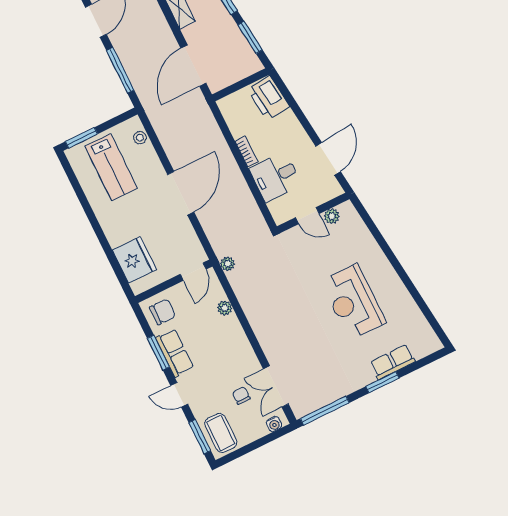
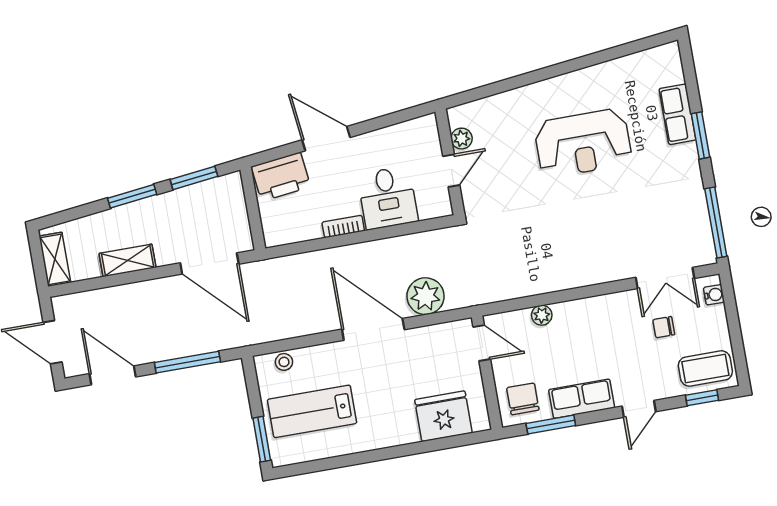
door: (328, 159) -> (326, 139), moved
lab bench: (111, 167) -> (312, 411), turned 180
plant: (228, 264) -> (426, 296), moved, width x1.88, depth x1.88
window: (158, 353) -> (551, 424), moved
window: (200, 437) -> (702, 398), width x0.67

